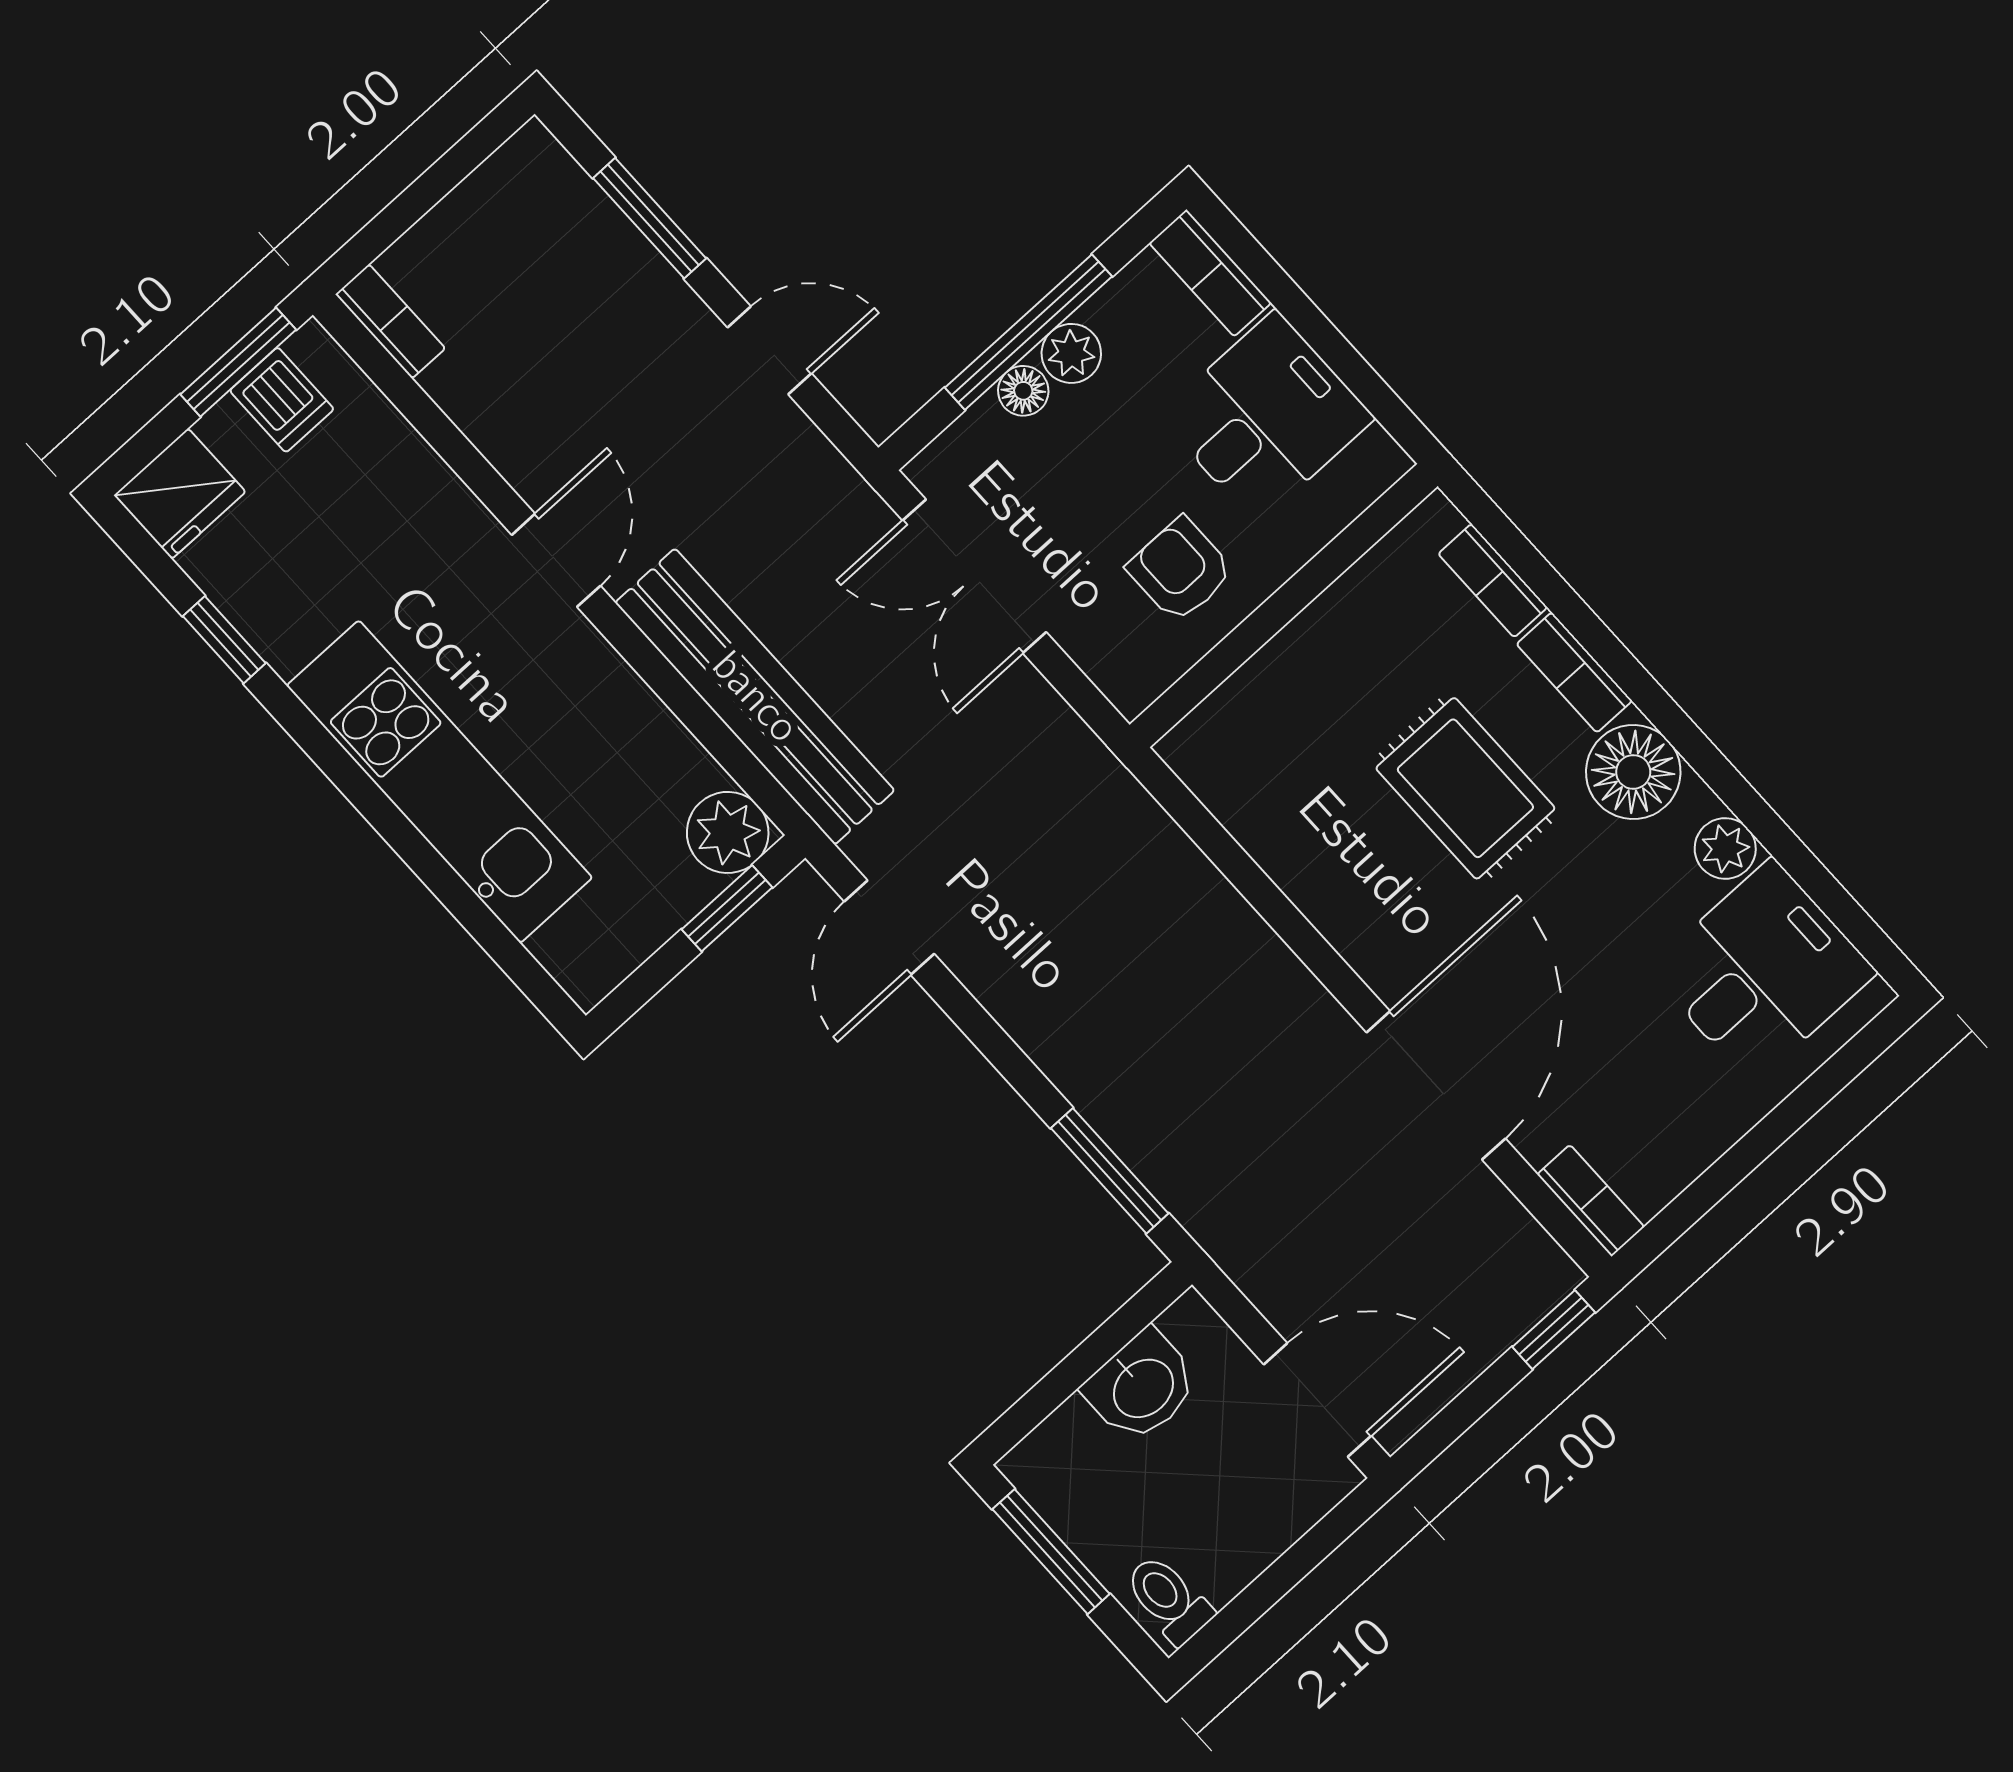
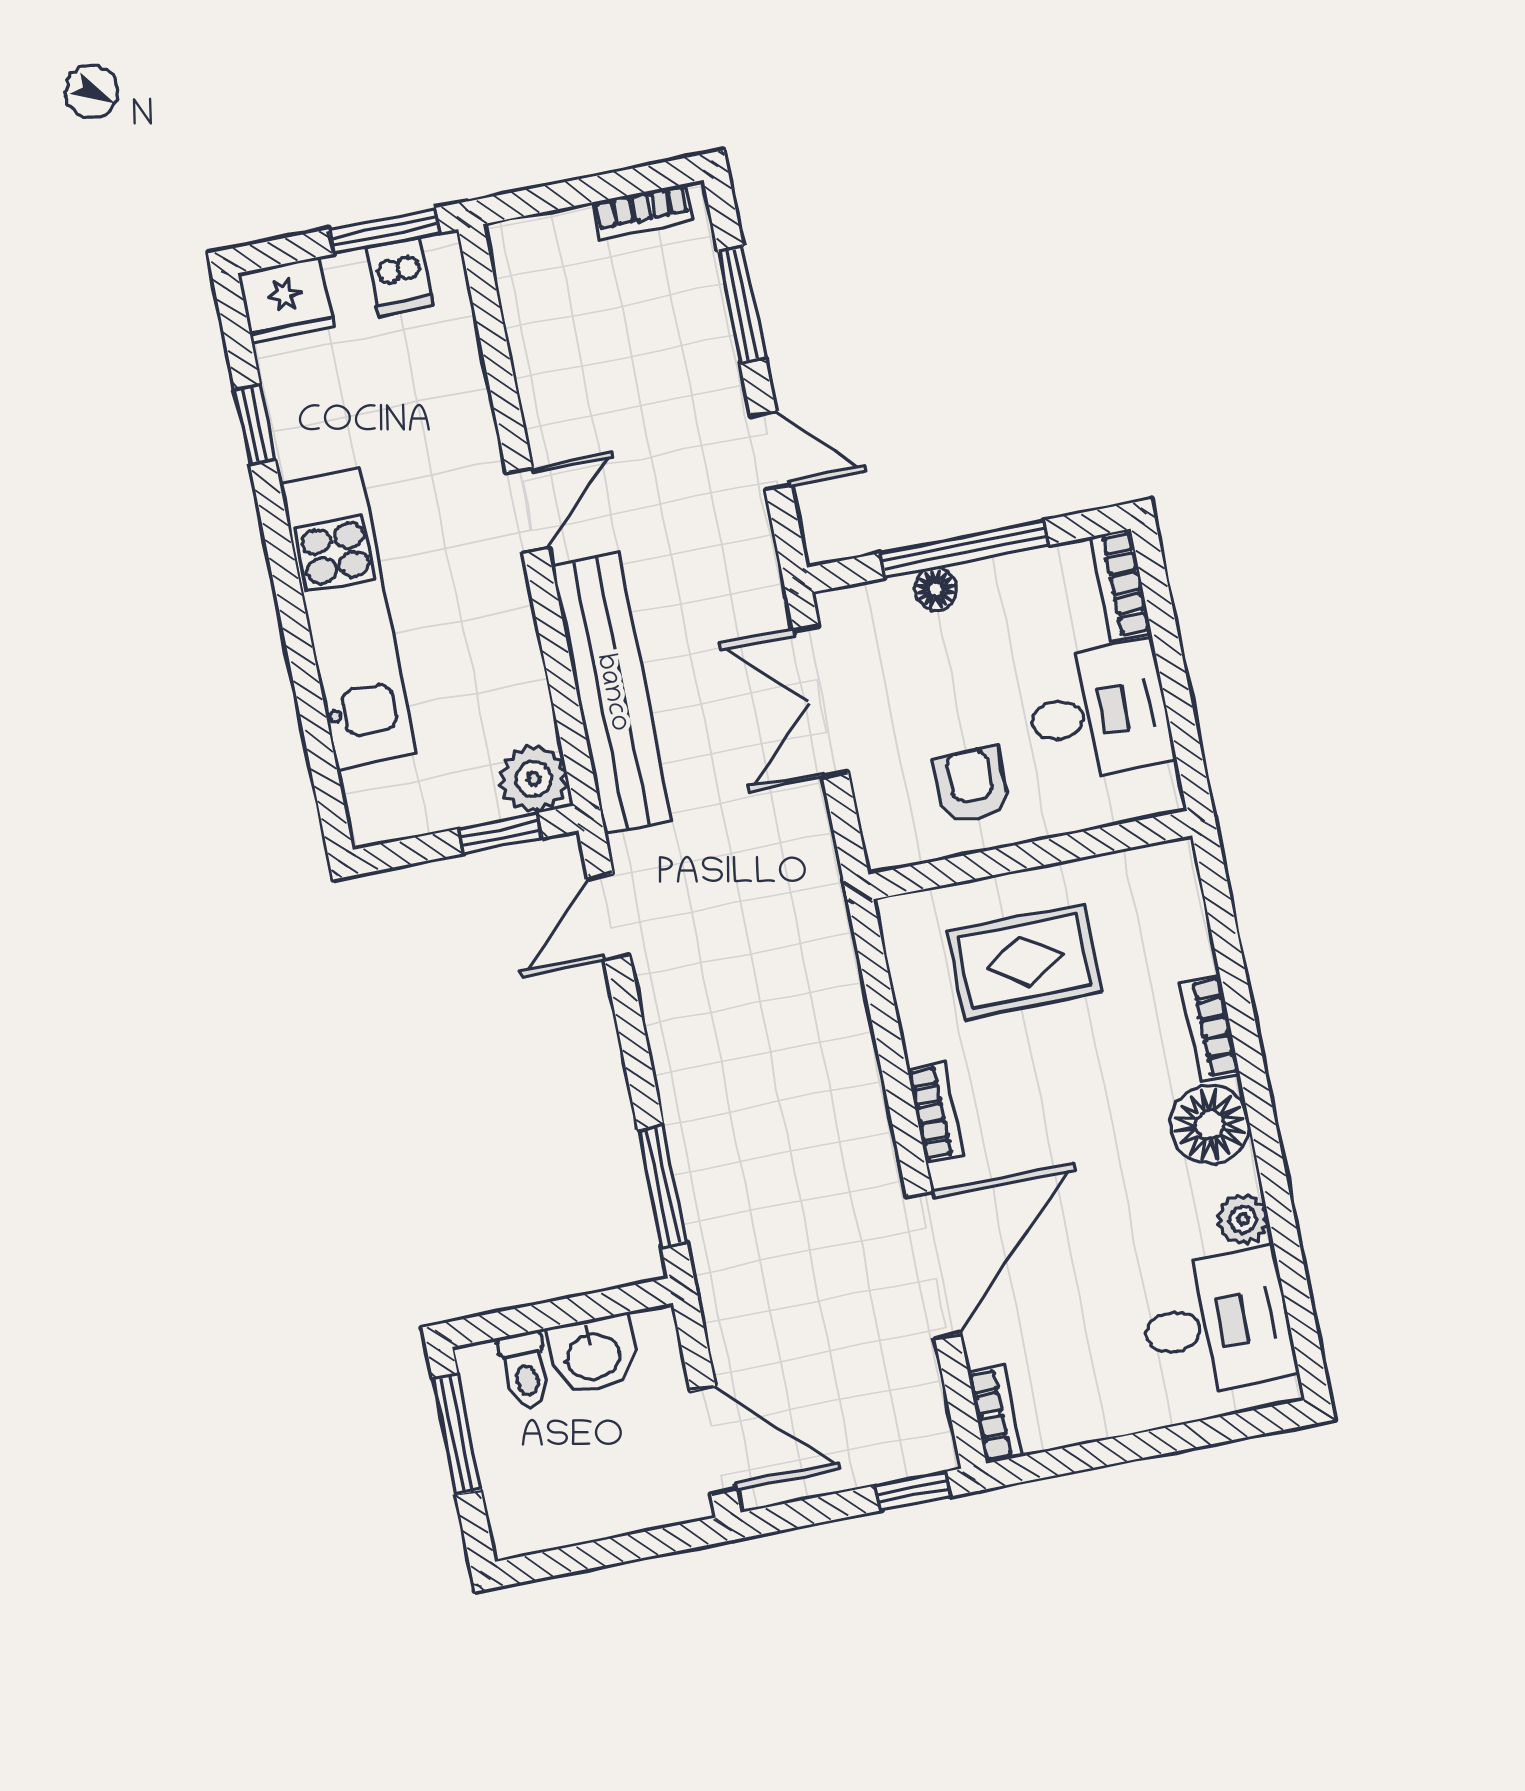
bookcase: (390, 321) -> (643, 212), moved, turned 90
plant: (1071, 353) -> (986, 583), removed
bookcase: (1493, 581) -> (935, 1112), moved, turned 180
rug: (1465, 788) -> (1025, 962), moved, turned 90
toilet: (1168, 1599) -> (525, 1370), moved, turned 180

